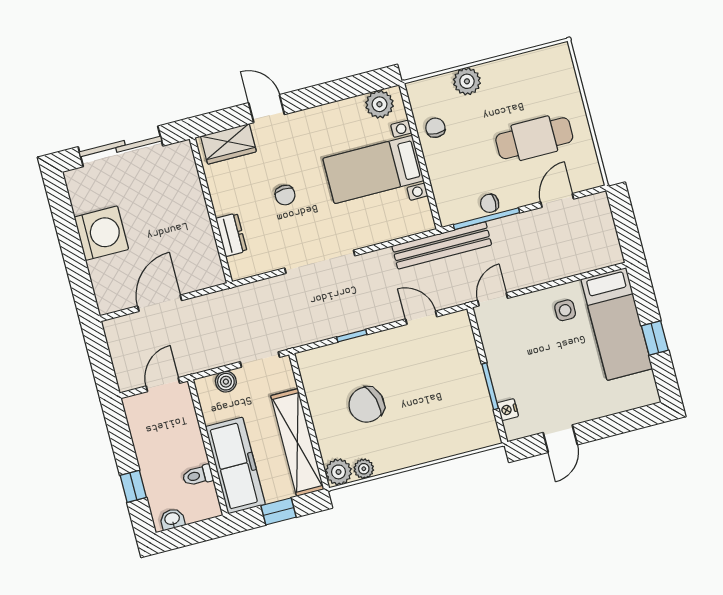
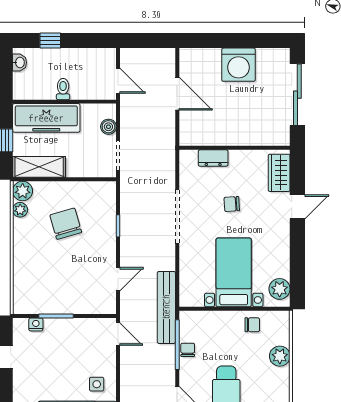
shelving: (297, 442) -> (39, 167), width x0.68
toilet: (198, 475) -> (63, 89), moved

